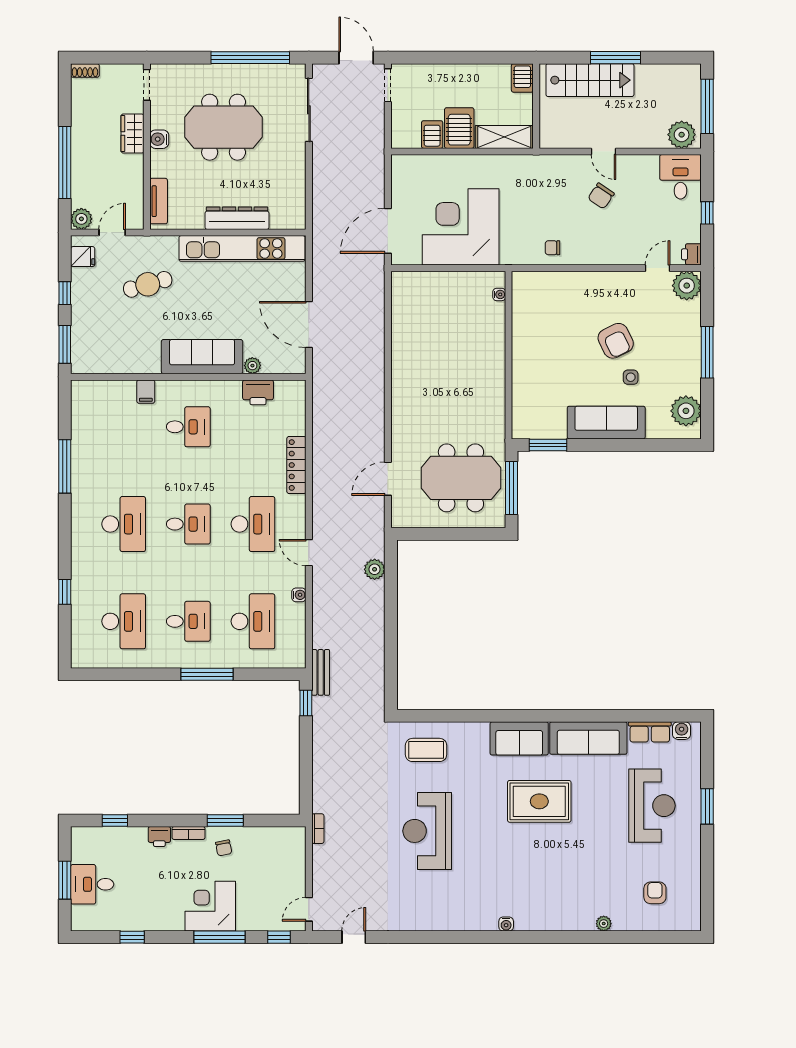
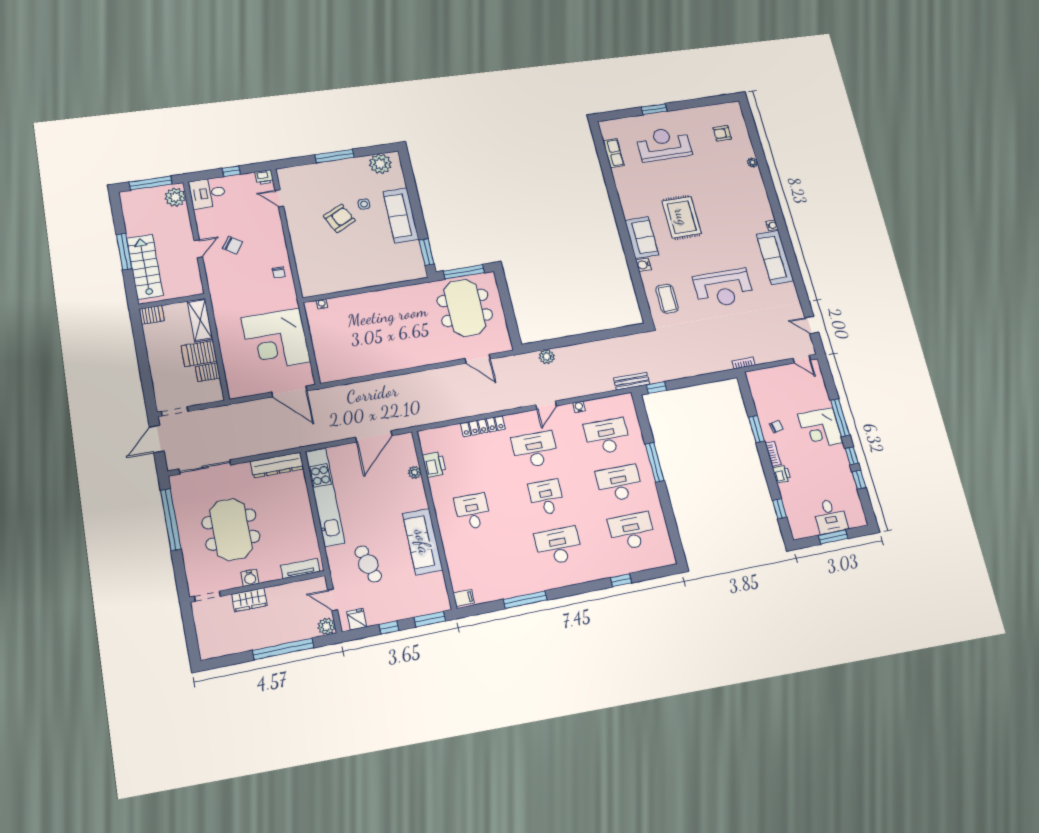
shoe rack: (85, 70) -> (204, 648), removed
dresser: (237, 218) -> (277, 465), moved, turned -90
plant: (687, 286) -> (288, 177), removed
sofa: (202, 357) -> (423, 542), moved
filing cabinet: (146, 392) -> (464, 598), moved
desk: (188, 621) -> (619, 483), width x1.37
water cooler: (682, 731) -> (643, 265), moved
sofa: (588, 738) -> (775, 257), moved, turned 180
window: (279, 937) -> (852, 456), moved

